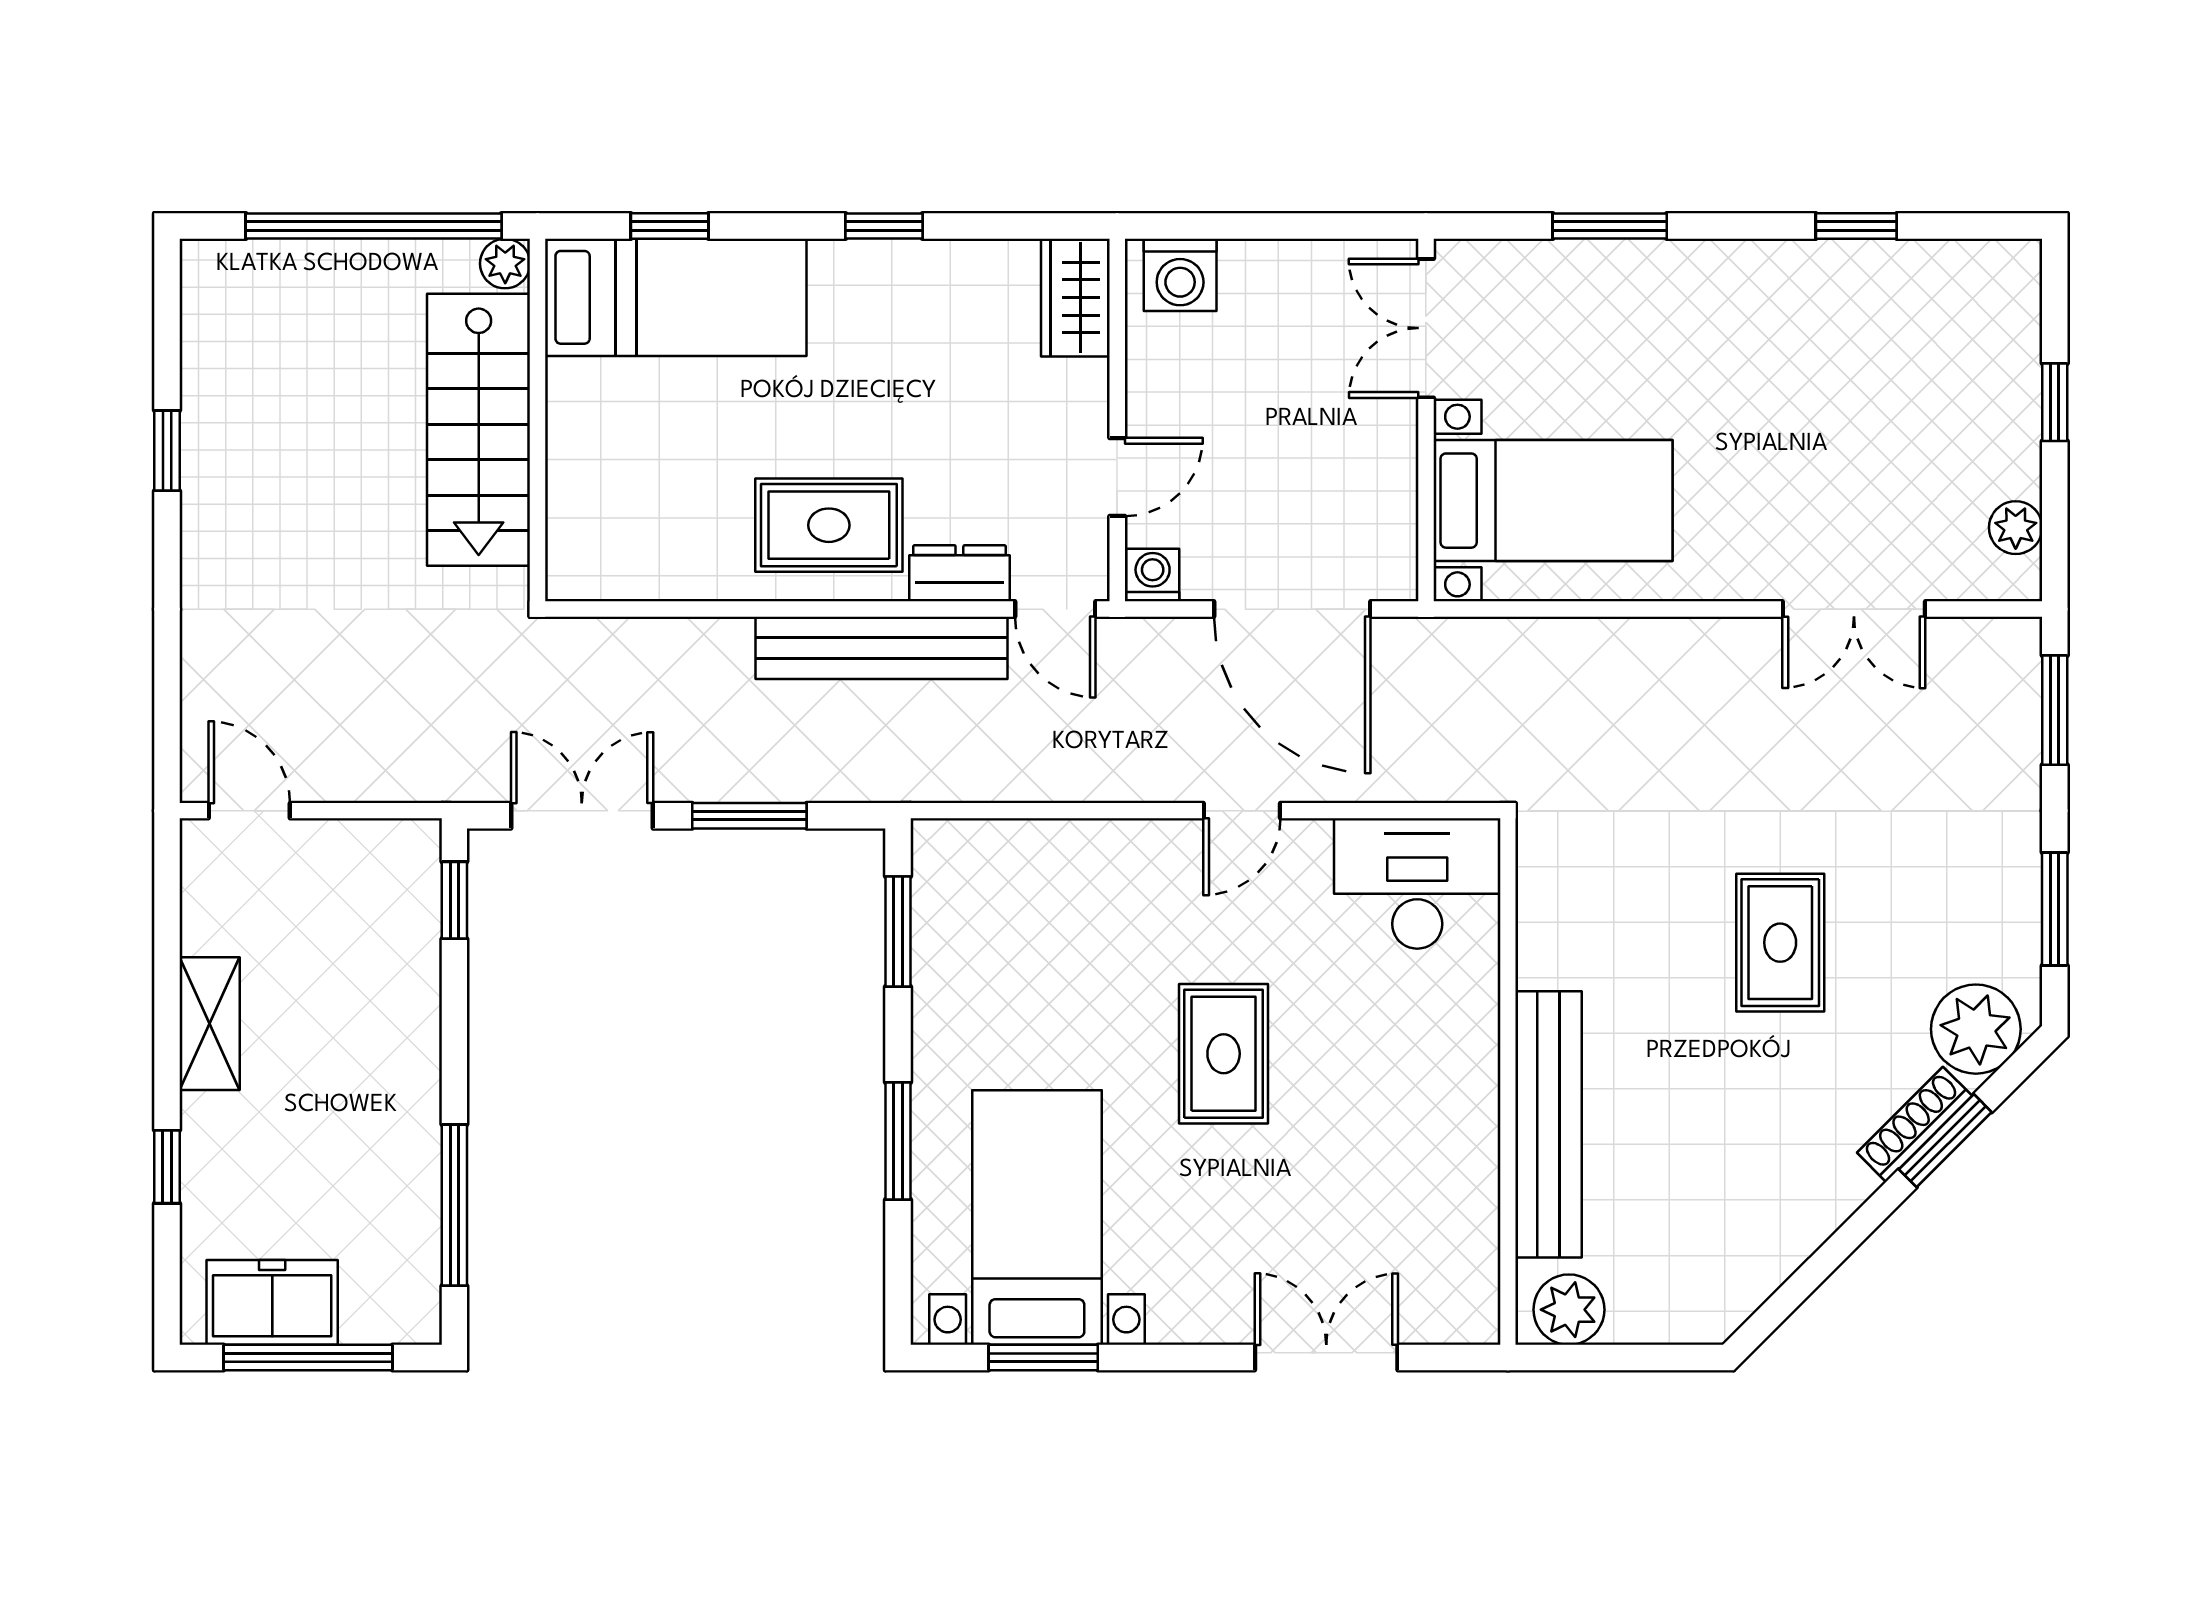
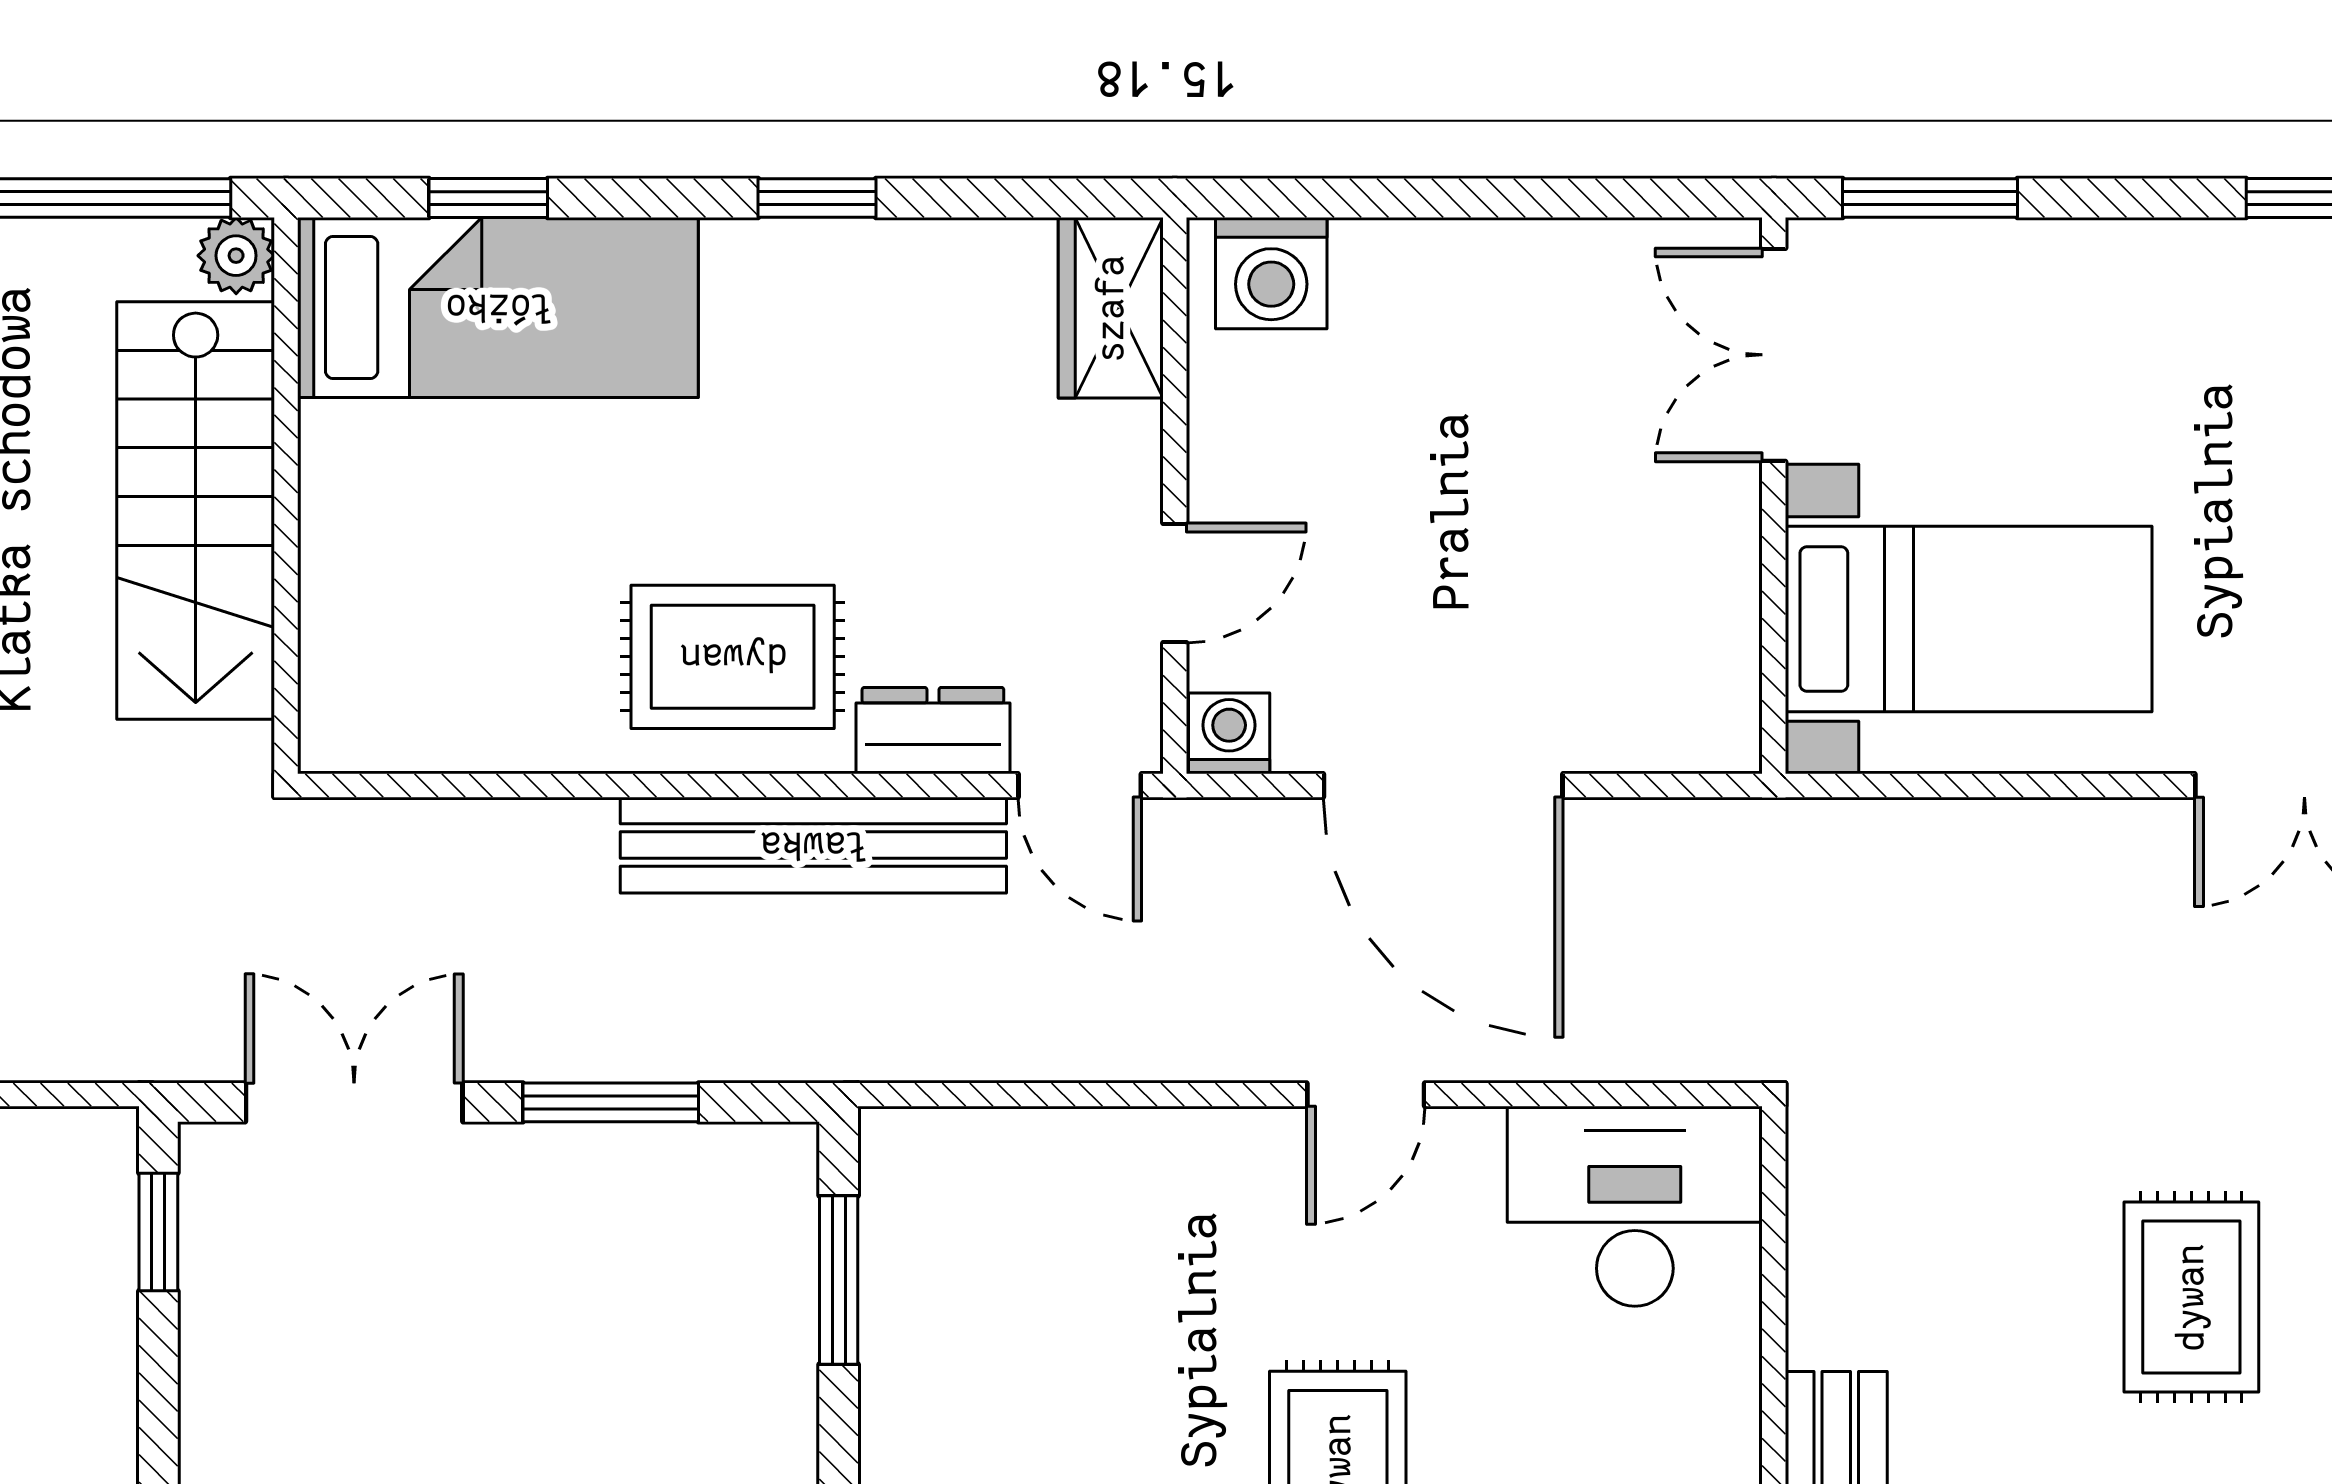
double door: (1426, 328) -> (1774, 355), moved
wall: (1426, 420) -> (1774, 496), moved
bed with nightstands: (1553, 501) -> (1969, 619), moved

